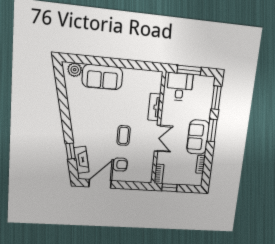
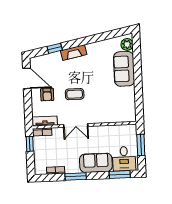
desk: (180, 87) -> (124, 159), moved, turned 90
tv unit: (154, 107) -> (45, 121), moved
window: (212, 130) -> (76, 176), moved
sofa: (198, 137) -> (96, 163), moved
fireplace: (82, 160) -> (74, 53), moved

